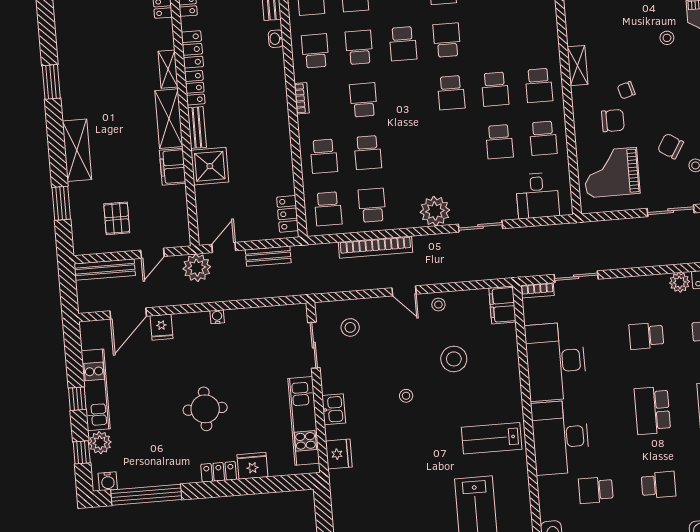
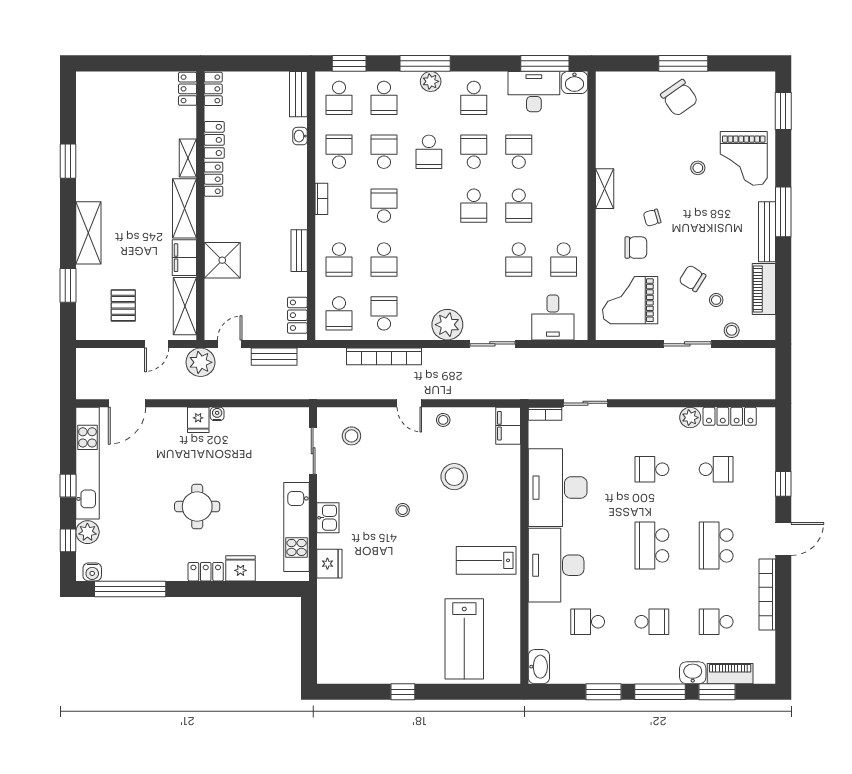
school desk: (539, 85) -> (519, 152), moved, turned 180
bench: (197, 128) -> (299, 251), moved
shelving: (177, 214) -> (185, 306), added
bench: (105, 270) -> (107, 357), removed
fridge: (161, 327) -> (198, 420), moved
kitchen unit: (96, 390) -> (87, 463), width x1.36

